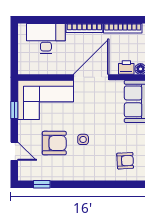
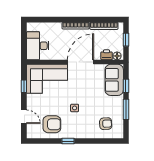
desk: (46, 38) -> (38, 46), moved, turned -90
armchair: (54, 143) -> (52, 124), moved
window: (42, 184) -> (68, 141), moved

